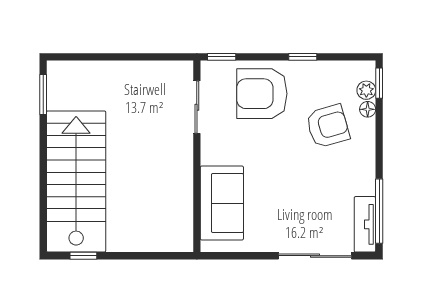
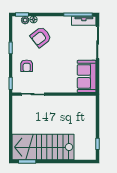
armchair: (262, 94) -> (27, 66), width x0.53, depth x0.53
armchair: (328, 126) -> (41, 37), turned -112
stairs: (76, 181) -> (43, 147), moved
sofa: (222, 203) -> (87, 76), moved, turned -90

